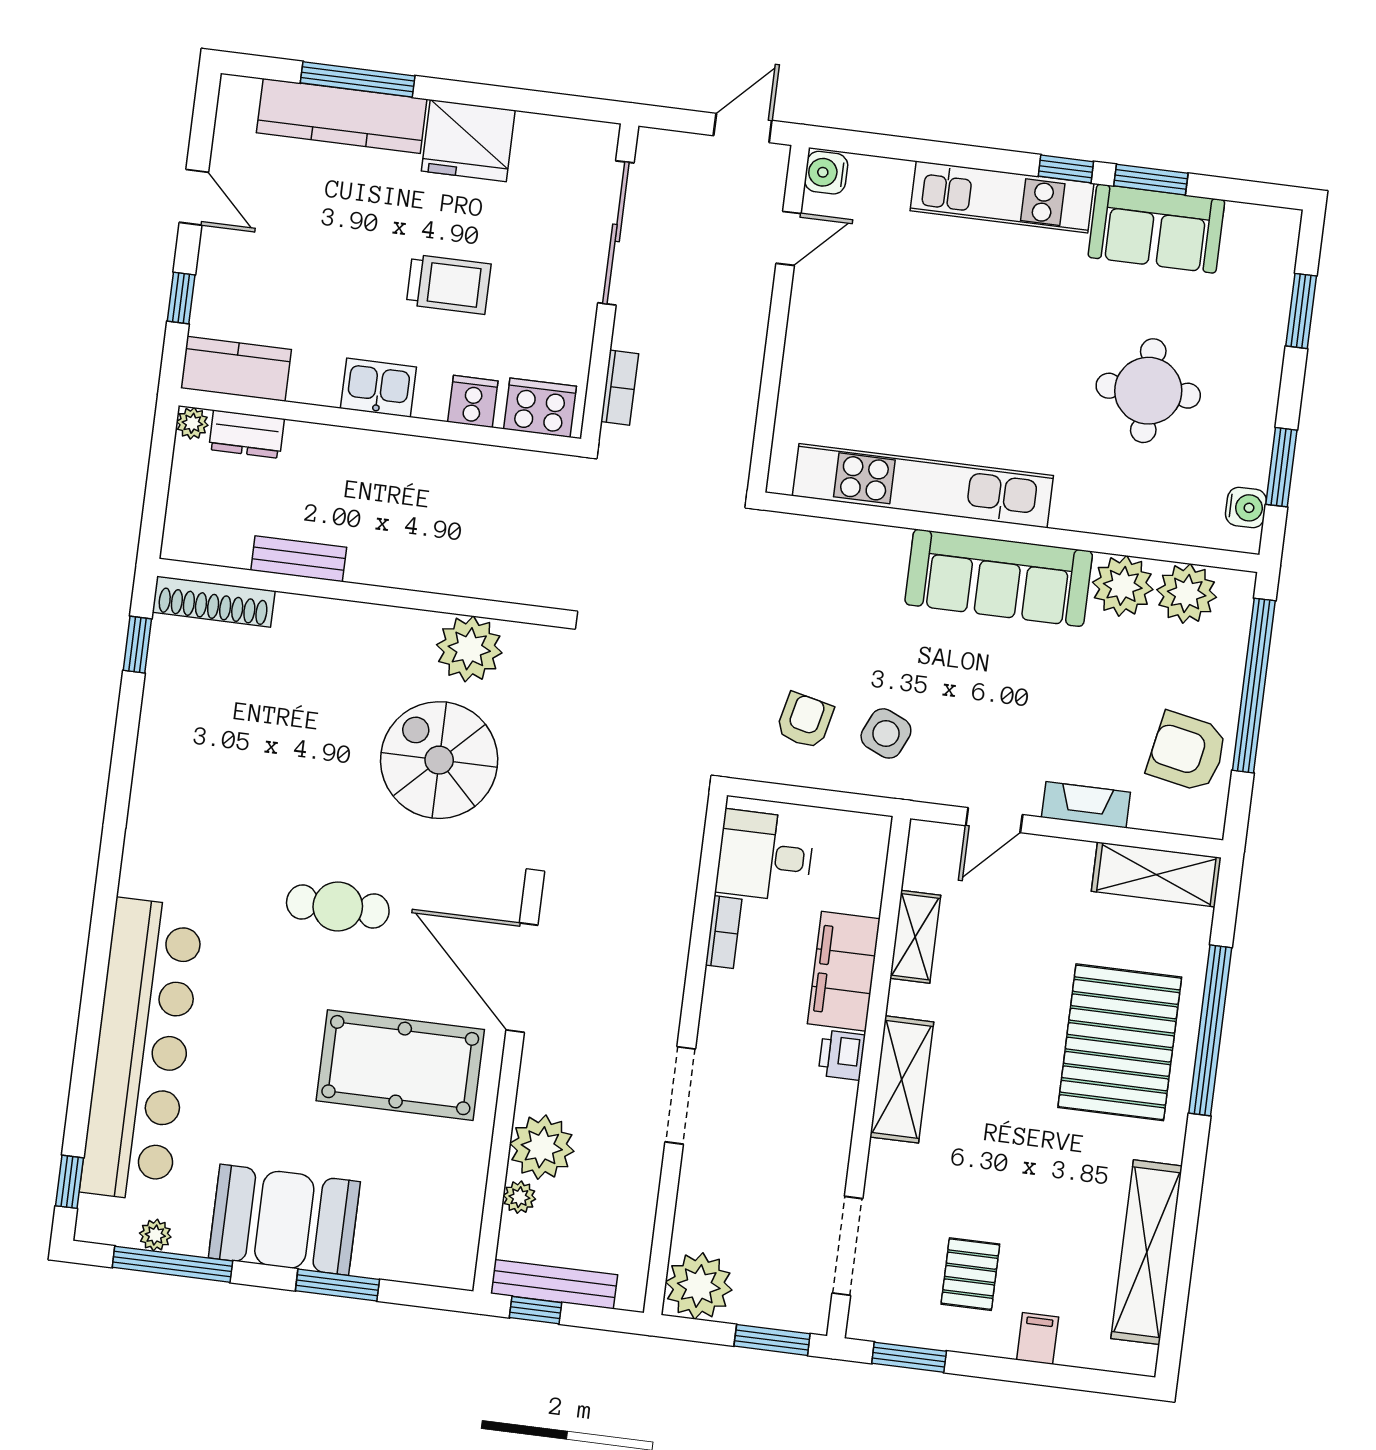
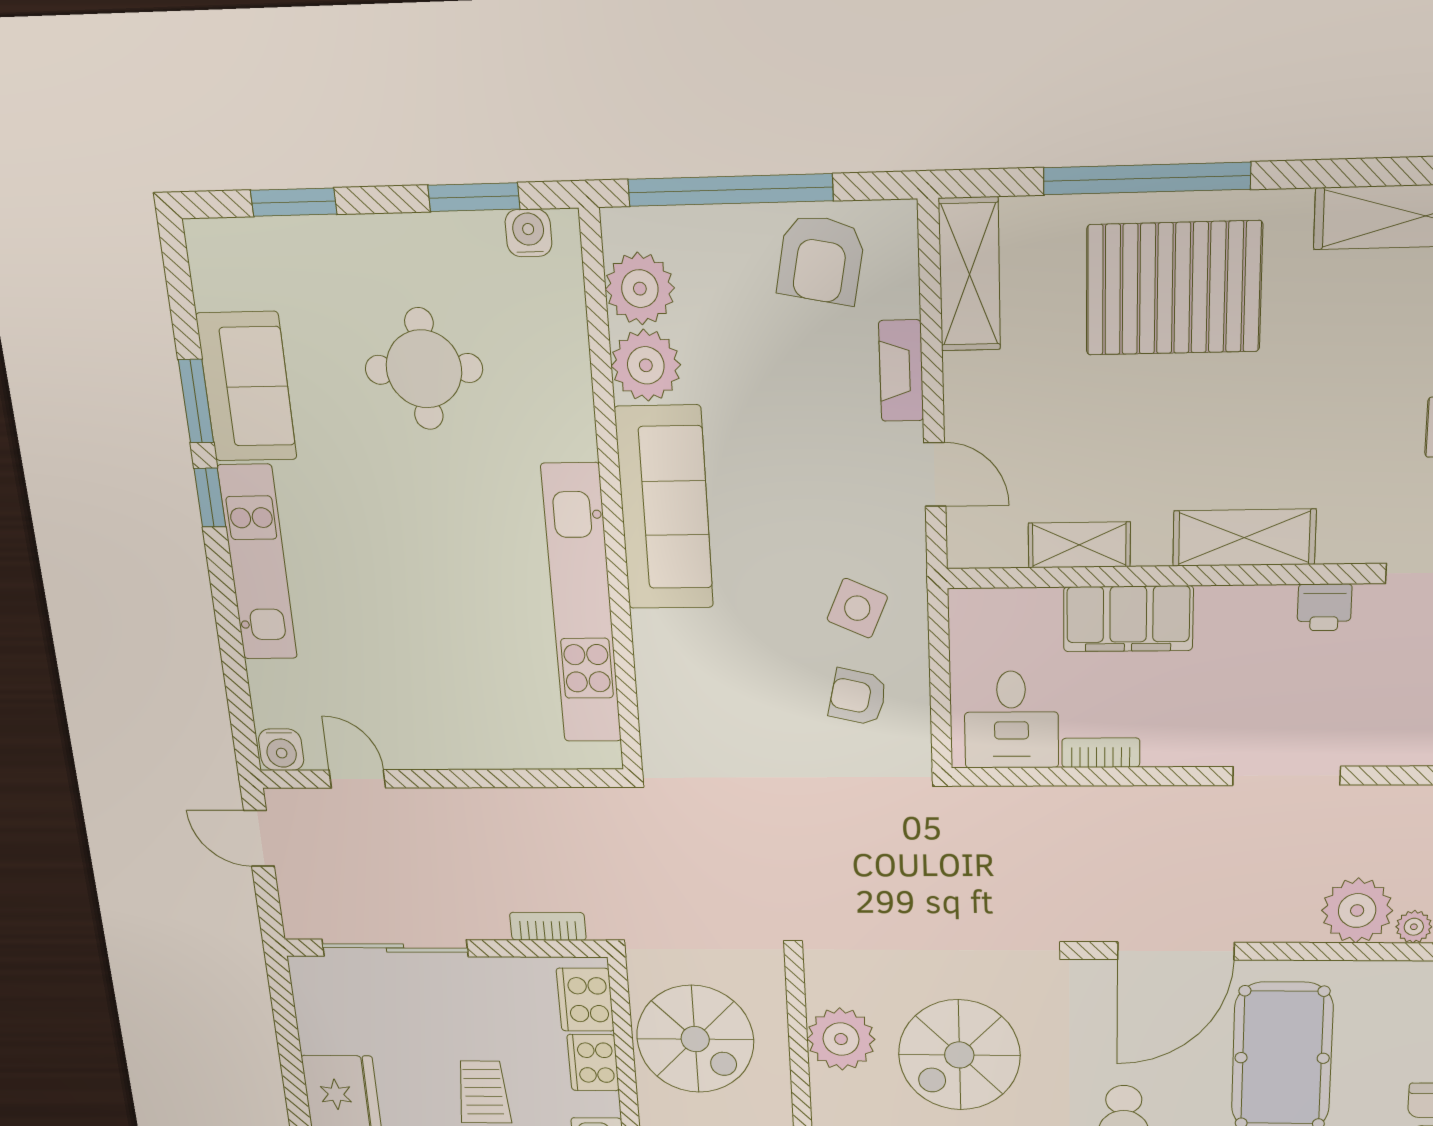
cooker: (473, 401) -> (593, 1063), width x1.36
spiral stairs: (486, 507) -> (695, 1039), added
printer: (842, 1055) -> (1324, 607), moved

